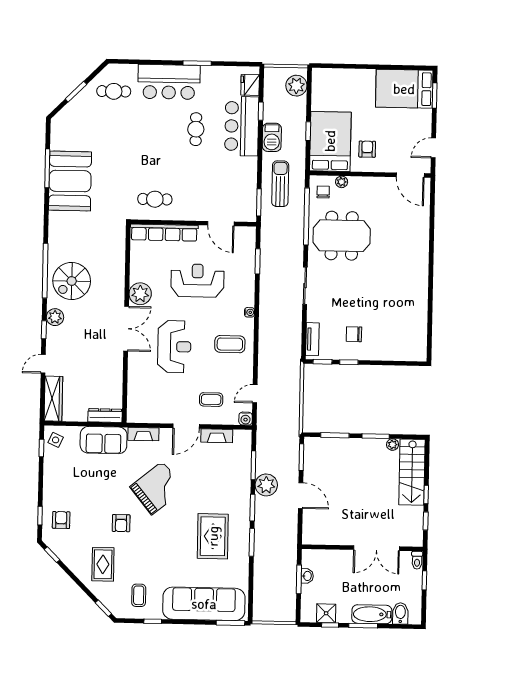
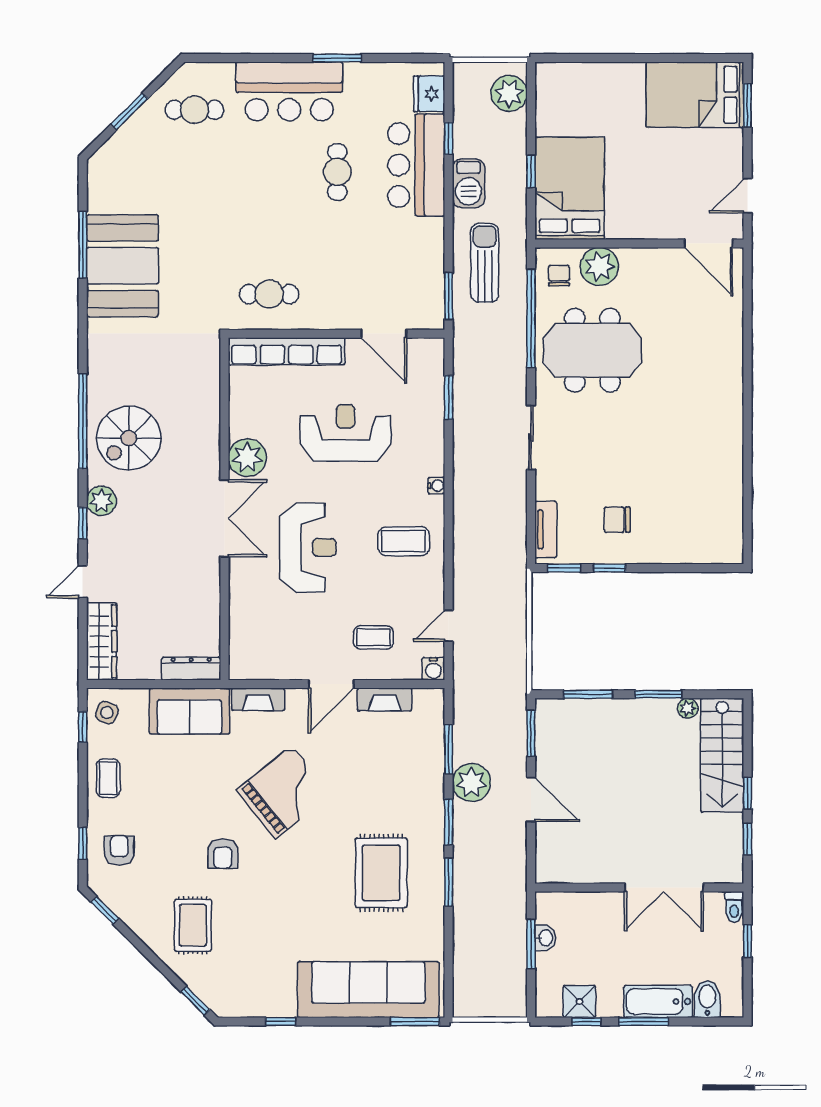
armchair: (367, 149) -> (633, 200), removed
plant: (342, 182) -> (599, 266), width x1.88, depth x1.88
coffee table: (139, 595) -> (108, 778), moved

